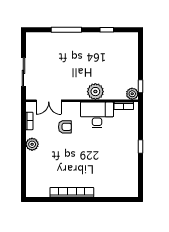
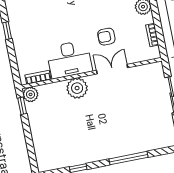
double door: (49, 101) -> (112, 69), moved

